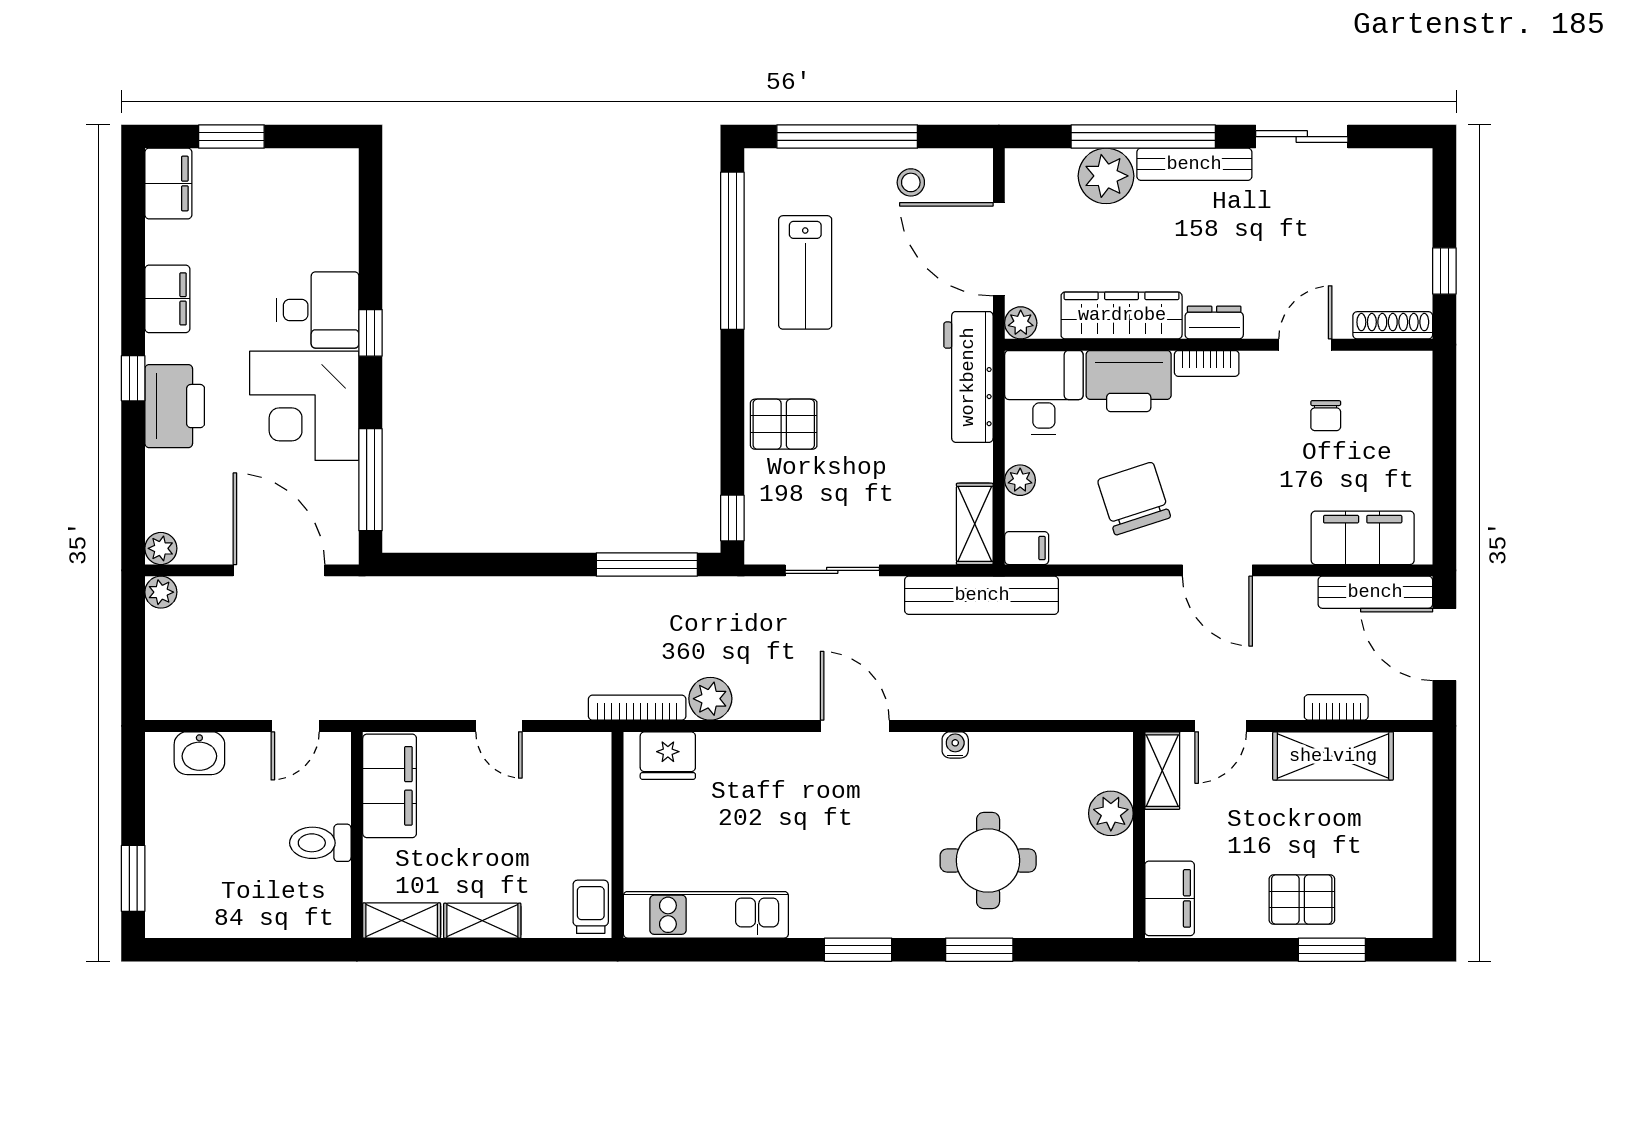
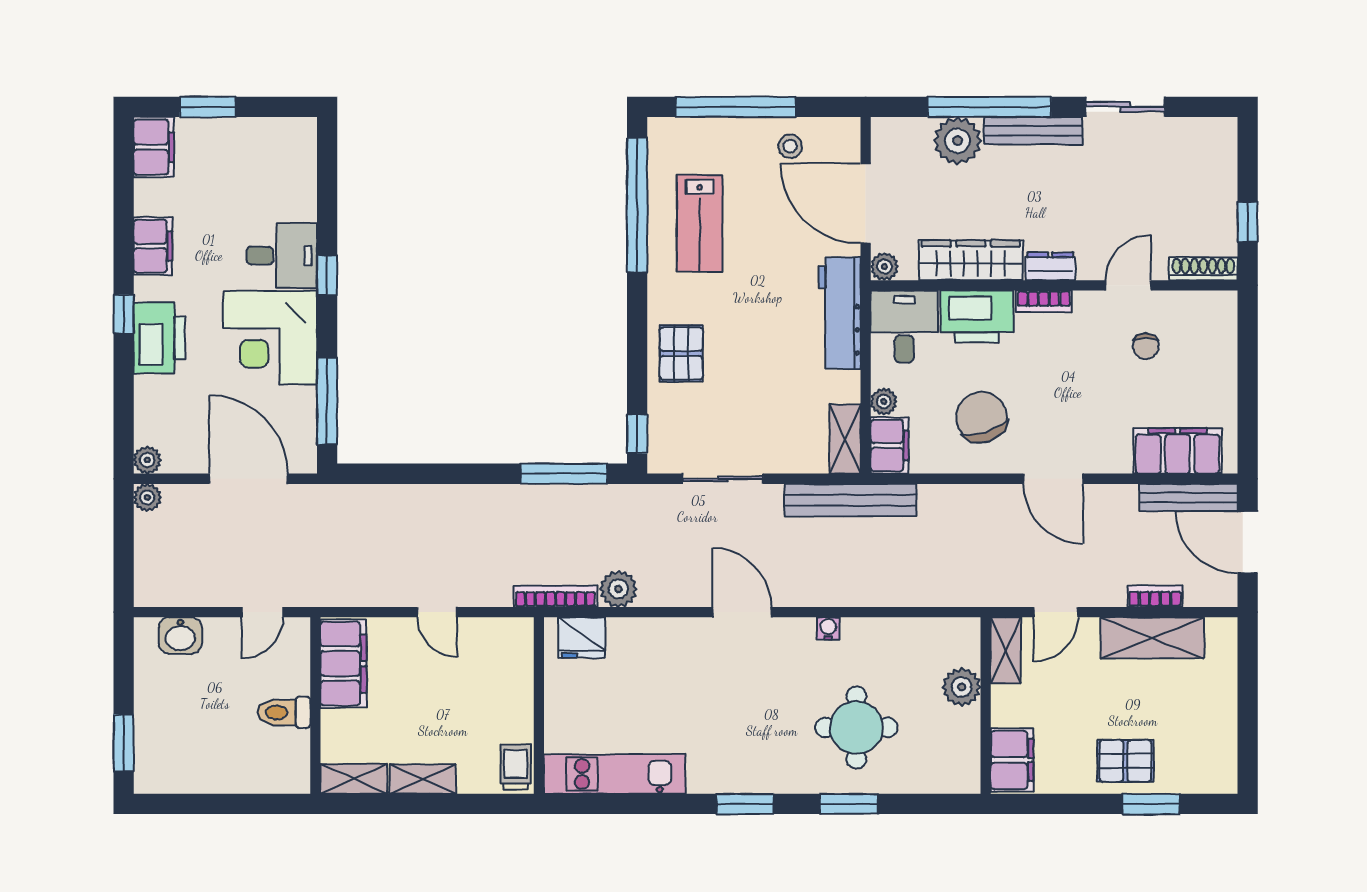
pallet: (784, 424) -> (681, 353), turned 90
filing cabinet: (1027, 548) -> (889, 446), width x2.00

